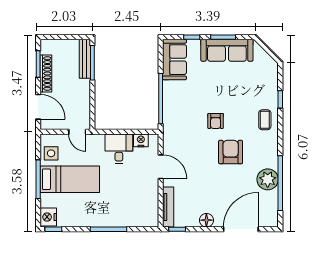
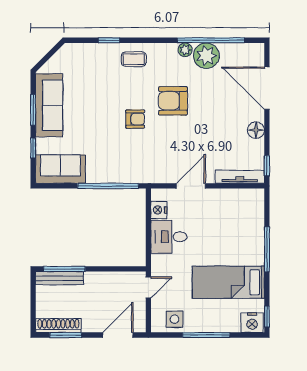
shoe rack: (46, 73) -> (58, 325), moved
plant: (272, 162) -> (185, 50), added
bed: (70, 179) -> (228, 282), moved, turned -90

